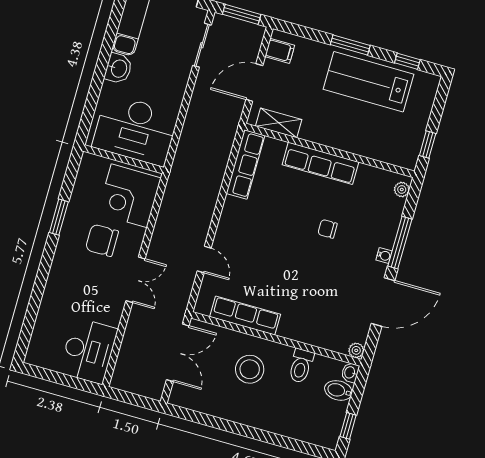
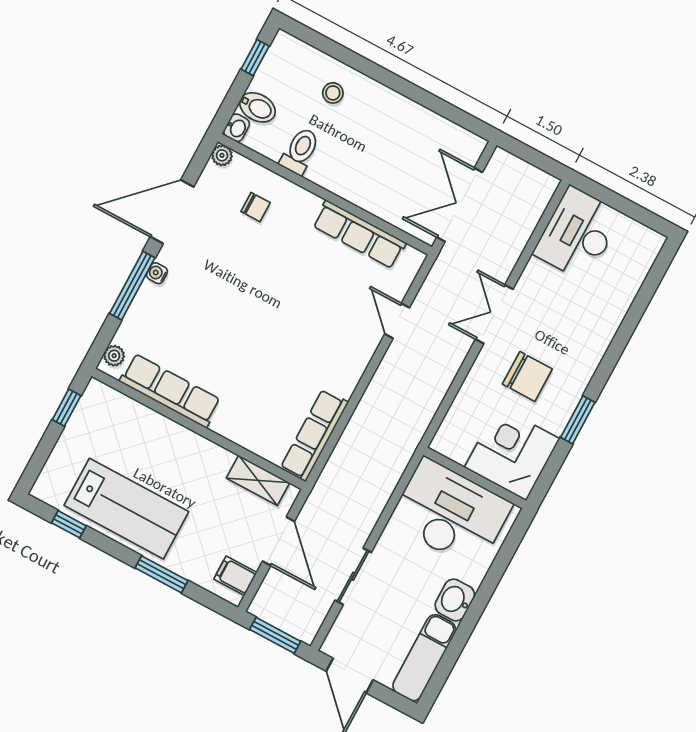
sliding door: (202, 45) -> (353, 576), moved
window: (350, 45) -> (162, 574), moved
door: (254, 82) -> (278, 541), hinge flipped
row of seats: (320, 163) -> (170, 391), moved
corner desk: (129, 196) -> (512, 453), moved, turned -90
chair: (328, 229) -> (256, 207), moved
stool: (250, 369) -> (333, 93), moved, width x0.53, depth x0.53

